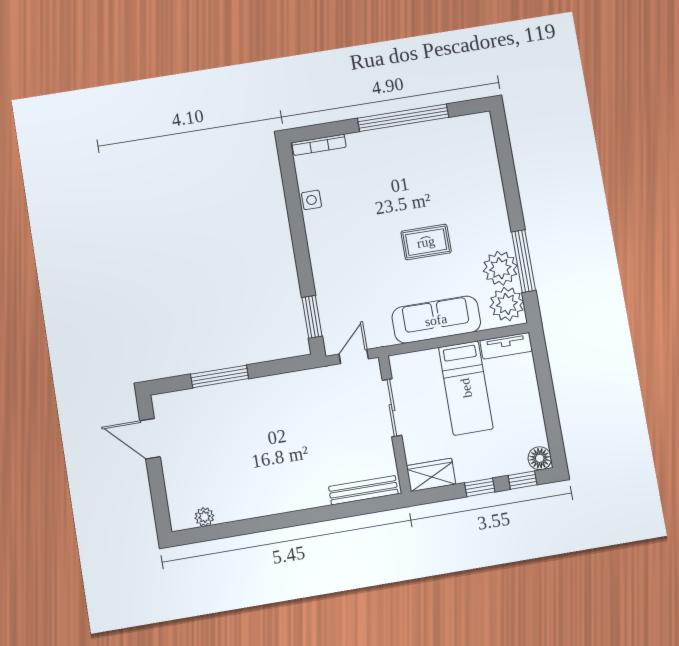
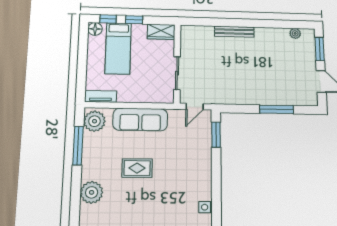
plant: (500, 268) -> (92, 192), moved
bed: (466, 388) -> (118, 48), moved, turned 180
bench: (363, 490) -> (234, 32), moved
window: (159, 497) -> (320, 49), added

